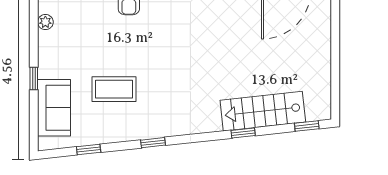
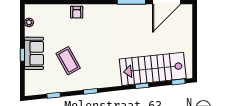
coffee table: (114, 89) -> (68, 61), turned 61
sofa: (54, 108) -> (34, 53), moved
stairs: (263, 111) -> (153, 69), width x1.36, depth x1.51

